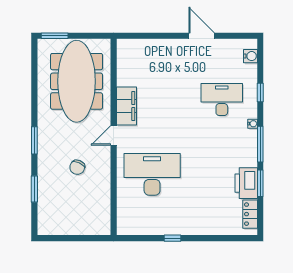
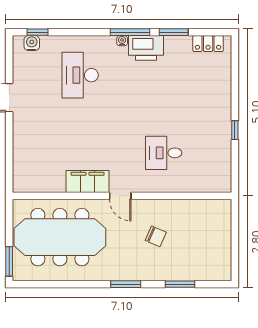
window: (260, 93) -> (38, 32), moved
water cooler: (253, 124) -> (122, 41), moved
desk: (152, 174) -> (164, 153), width x0.53, depth x0.77
printer: (246, 183) -> (146, 48), moved

